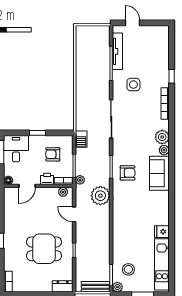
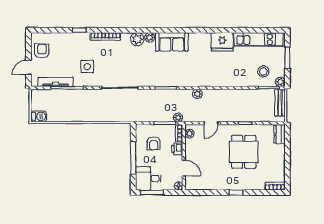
window: (38, 133) -> (133, 158), width x2.17
barbecue: (81, 139) -> (39, 116), moved
armchair: (128, 173) -> (42, 51), moved
plant: (100, 196) -> (197, 94), width x0.53, depth x0.53
fridge: (162, 232) -> (222, 42), width x1.88, depth x1.34

